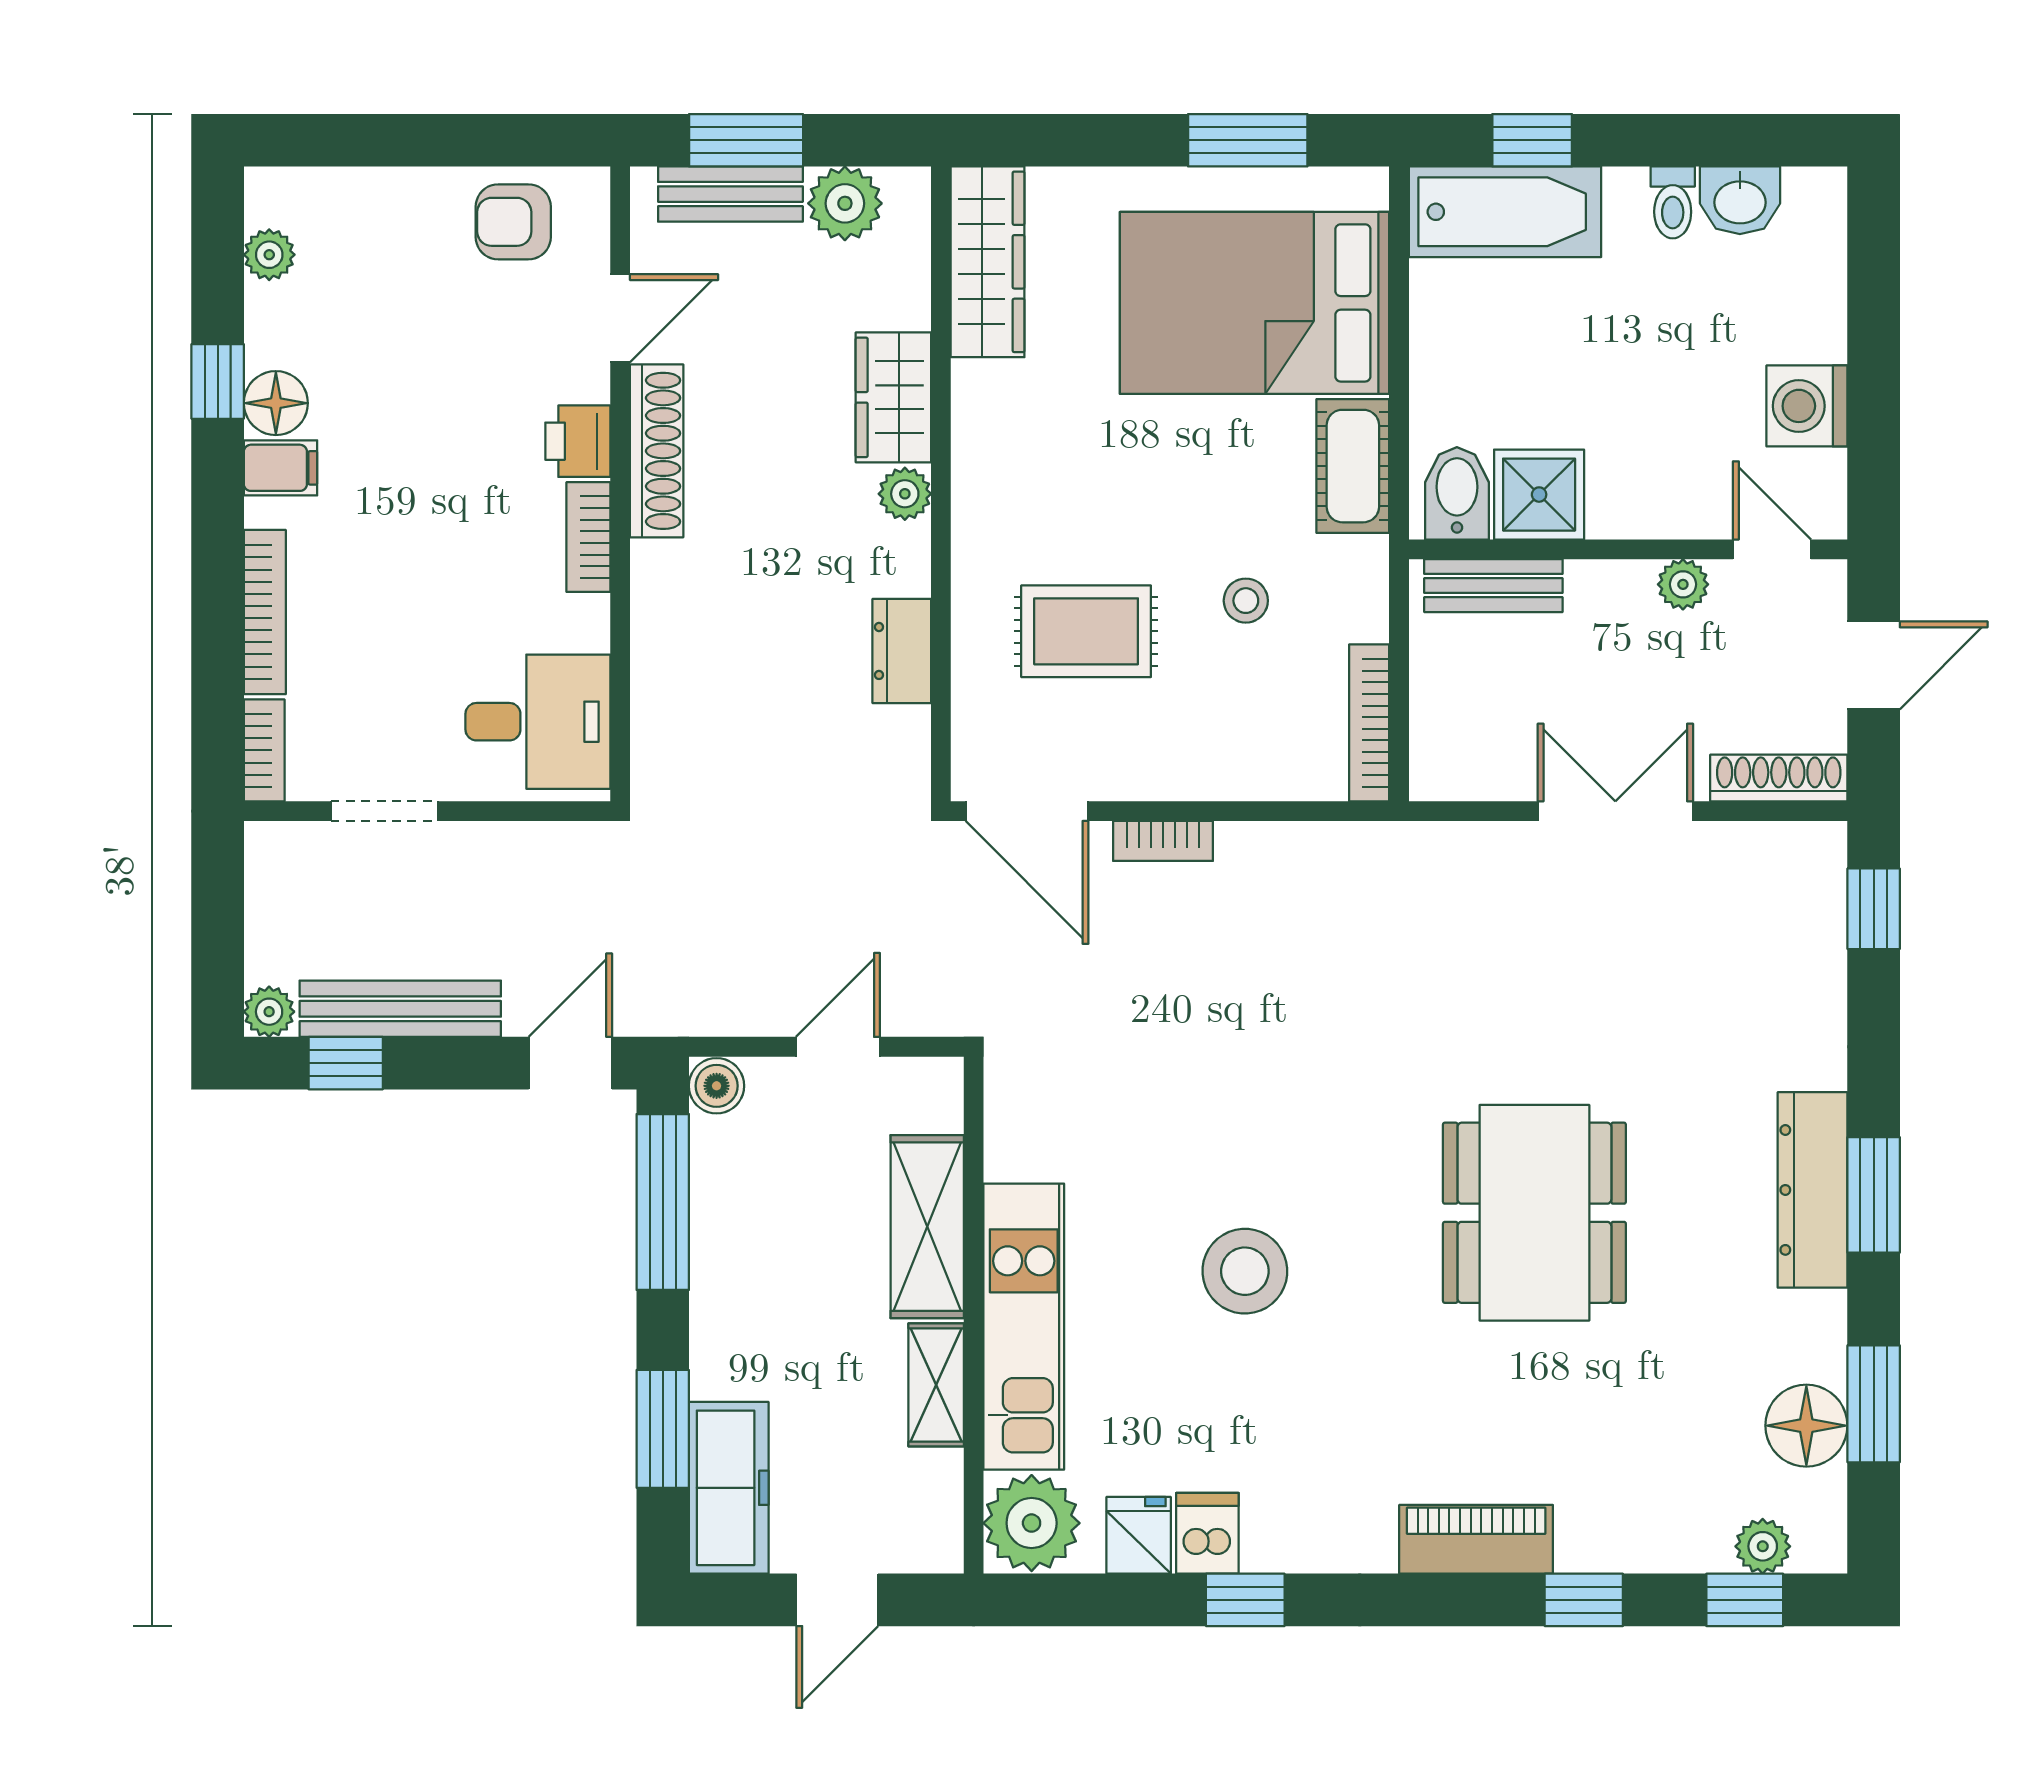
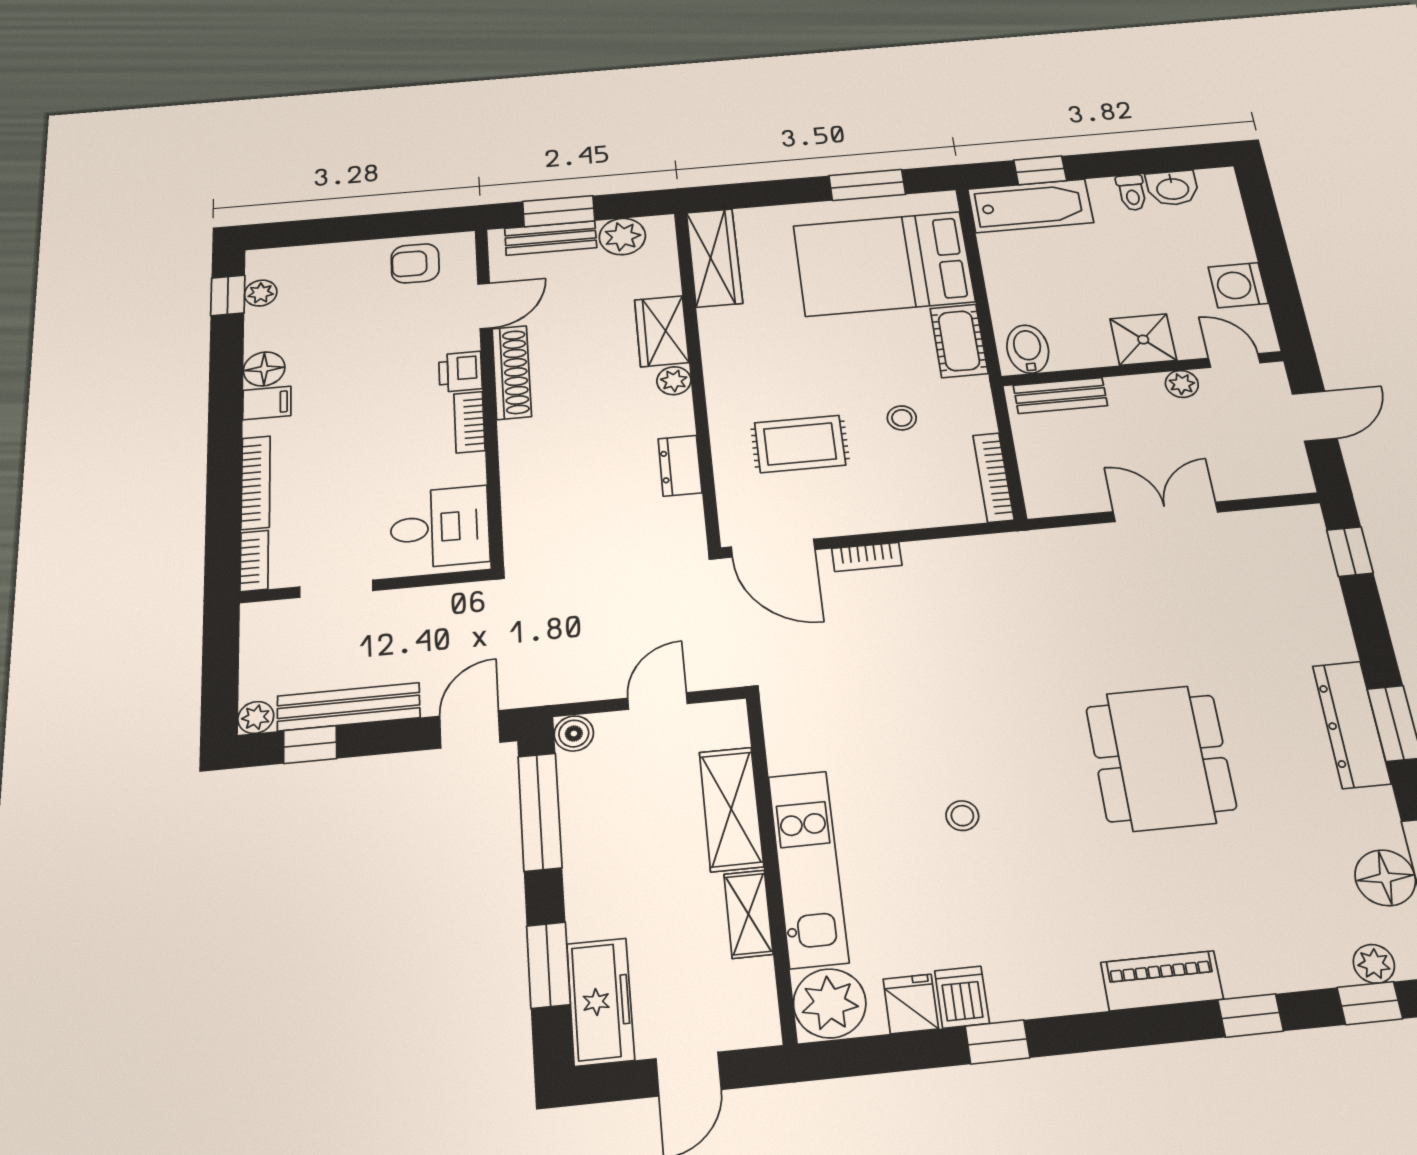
window: (218, 381) -> (228, 295), moved
shower: (1539, 495) -> (1143, 339), moved
shoe rack: (1779, 778) -> (1269, 483), removed
stool: (1245, 1271) -> (962, 816), width x0.53, depth x0.53

